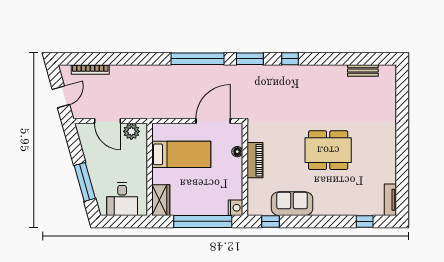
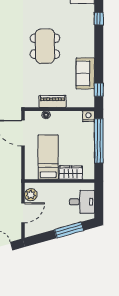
wardrobe: (161, 200) -> (71, 173), moved

